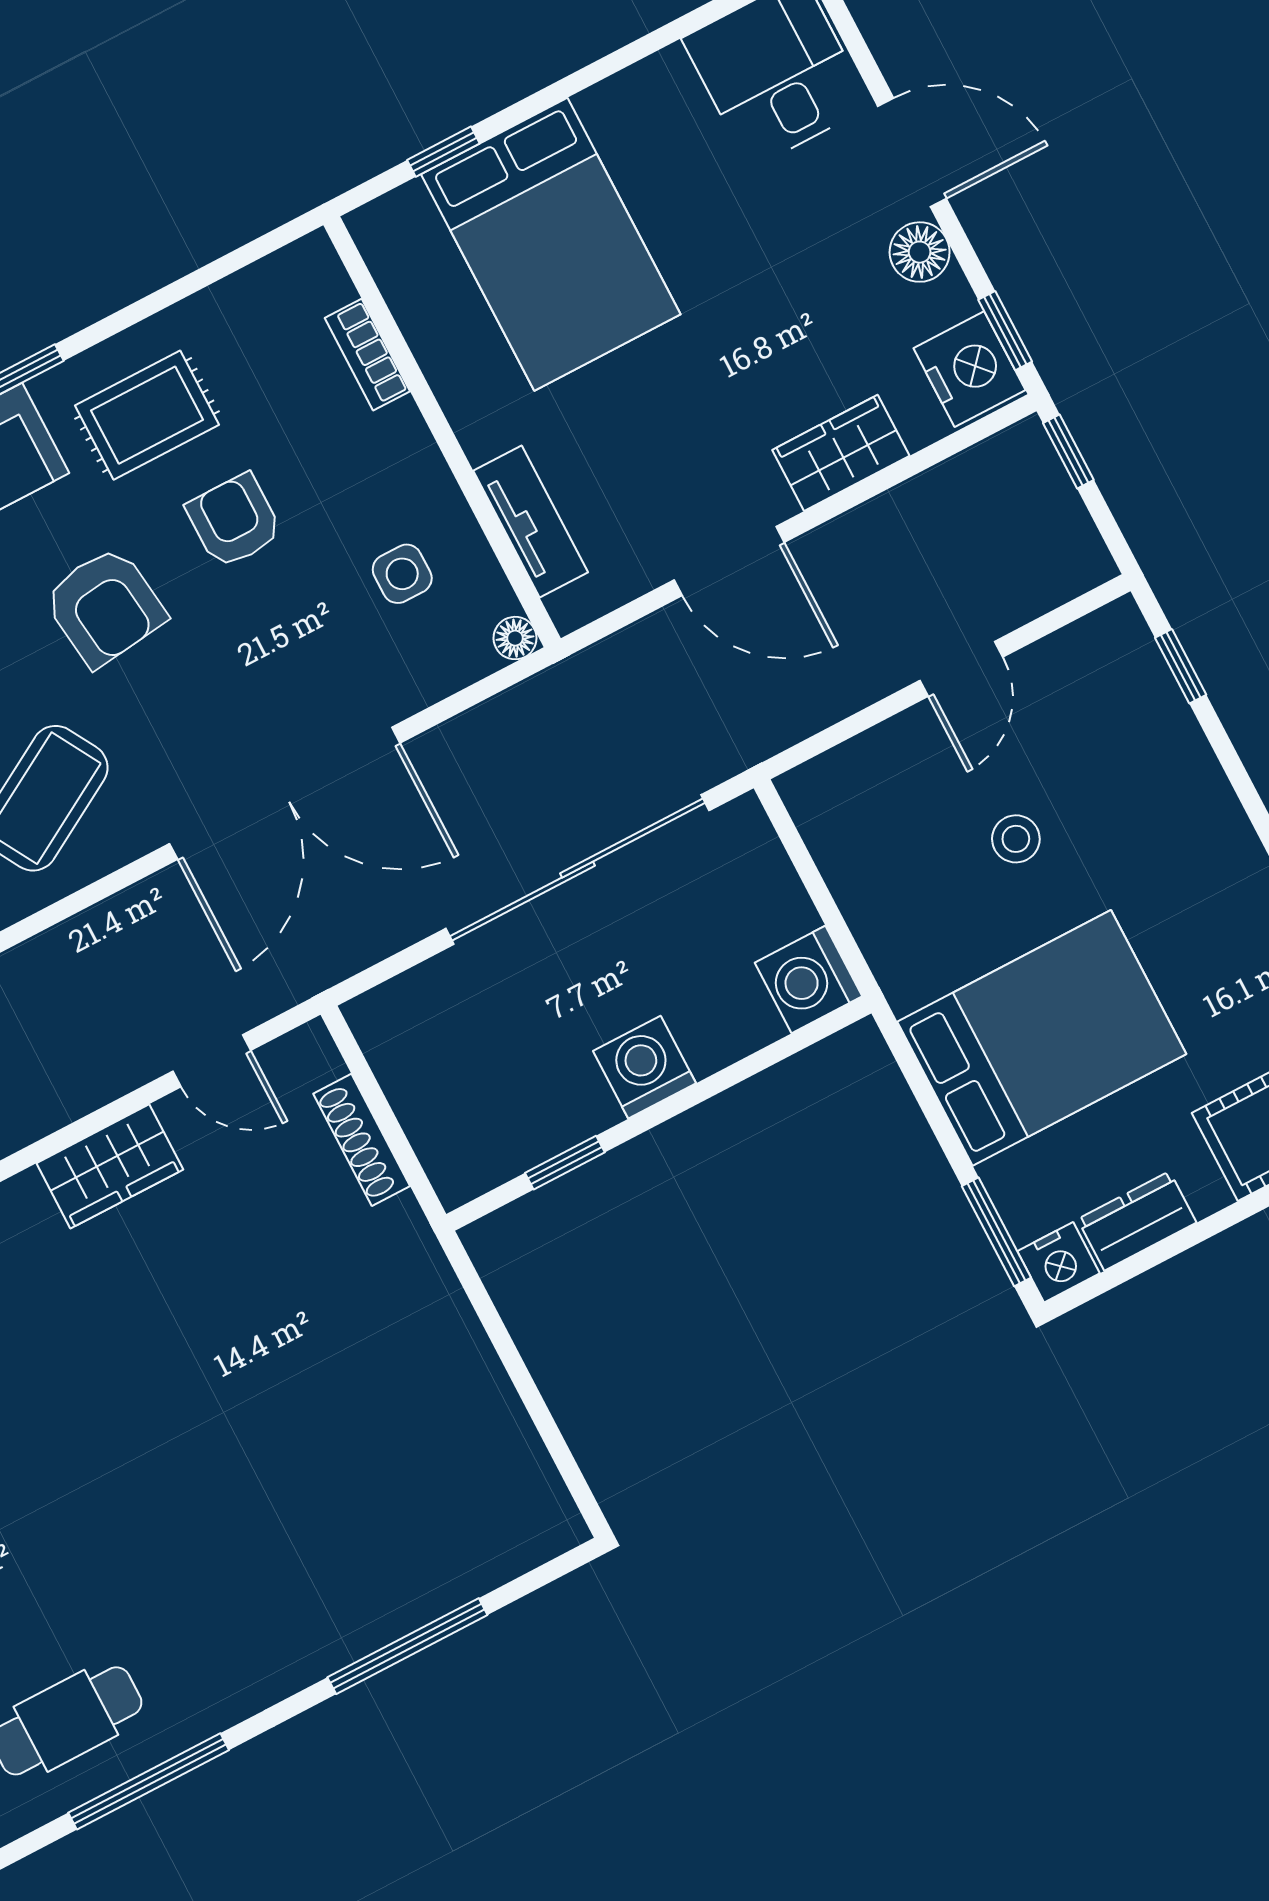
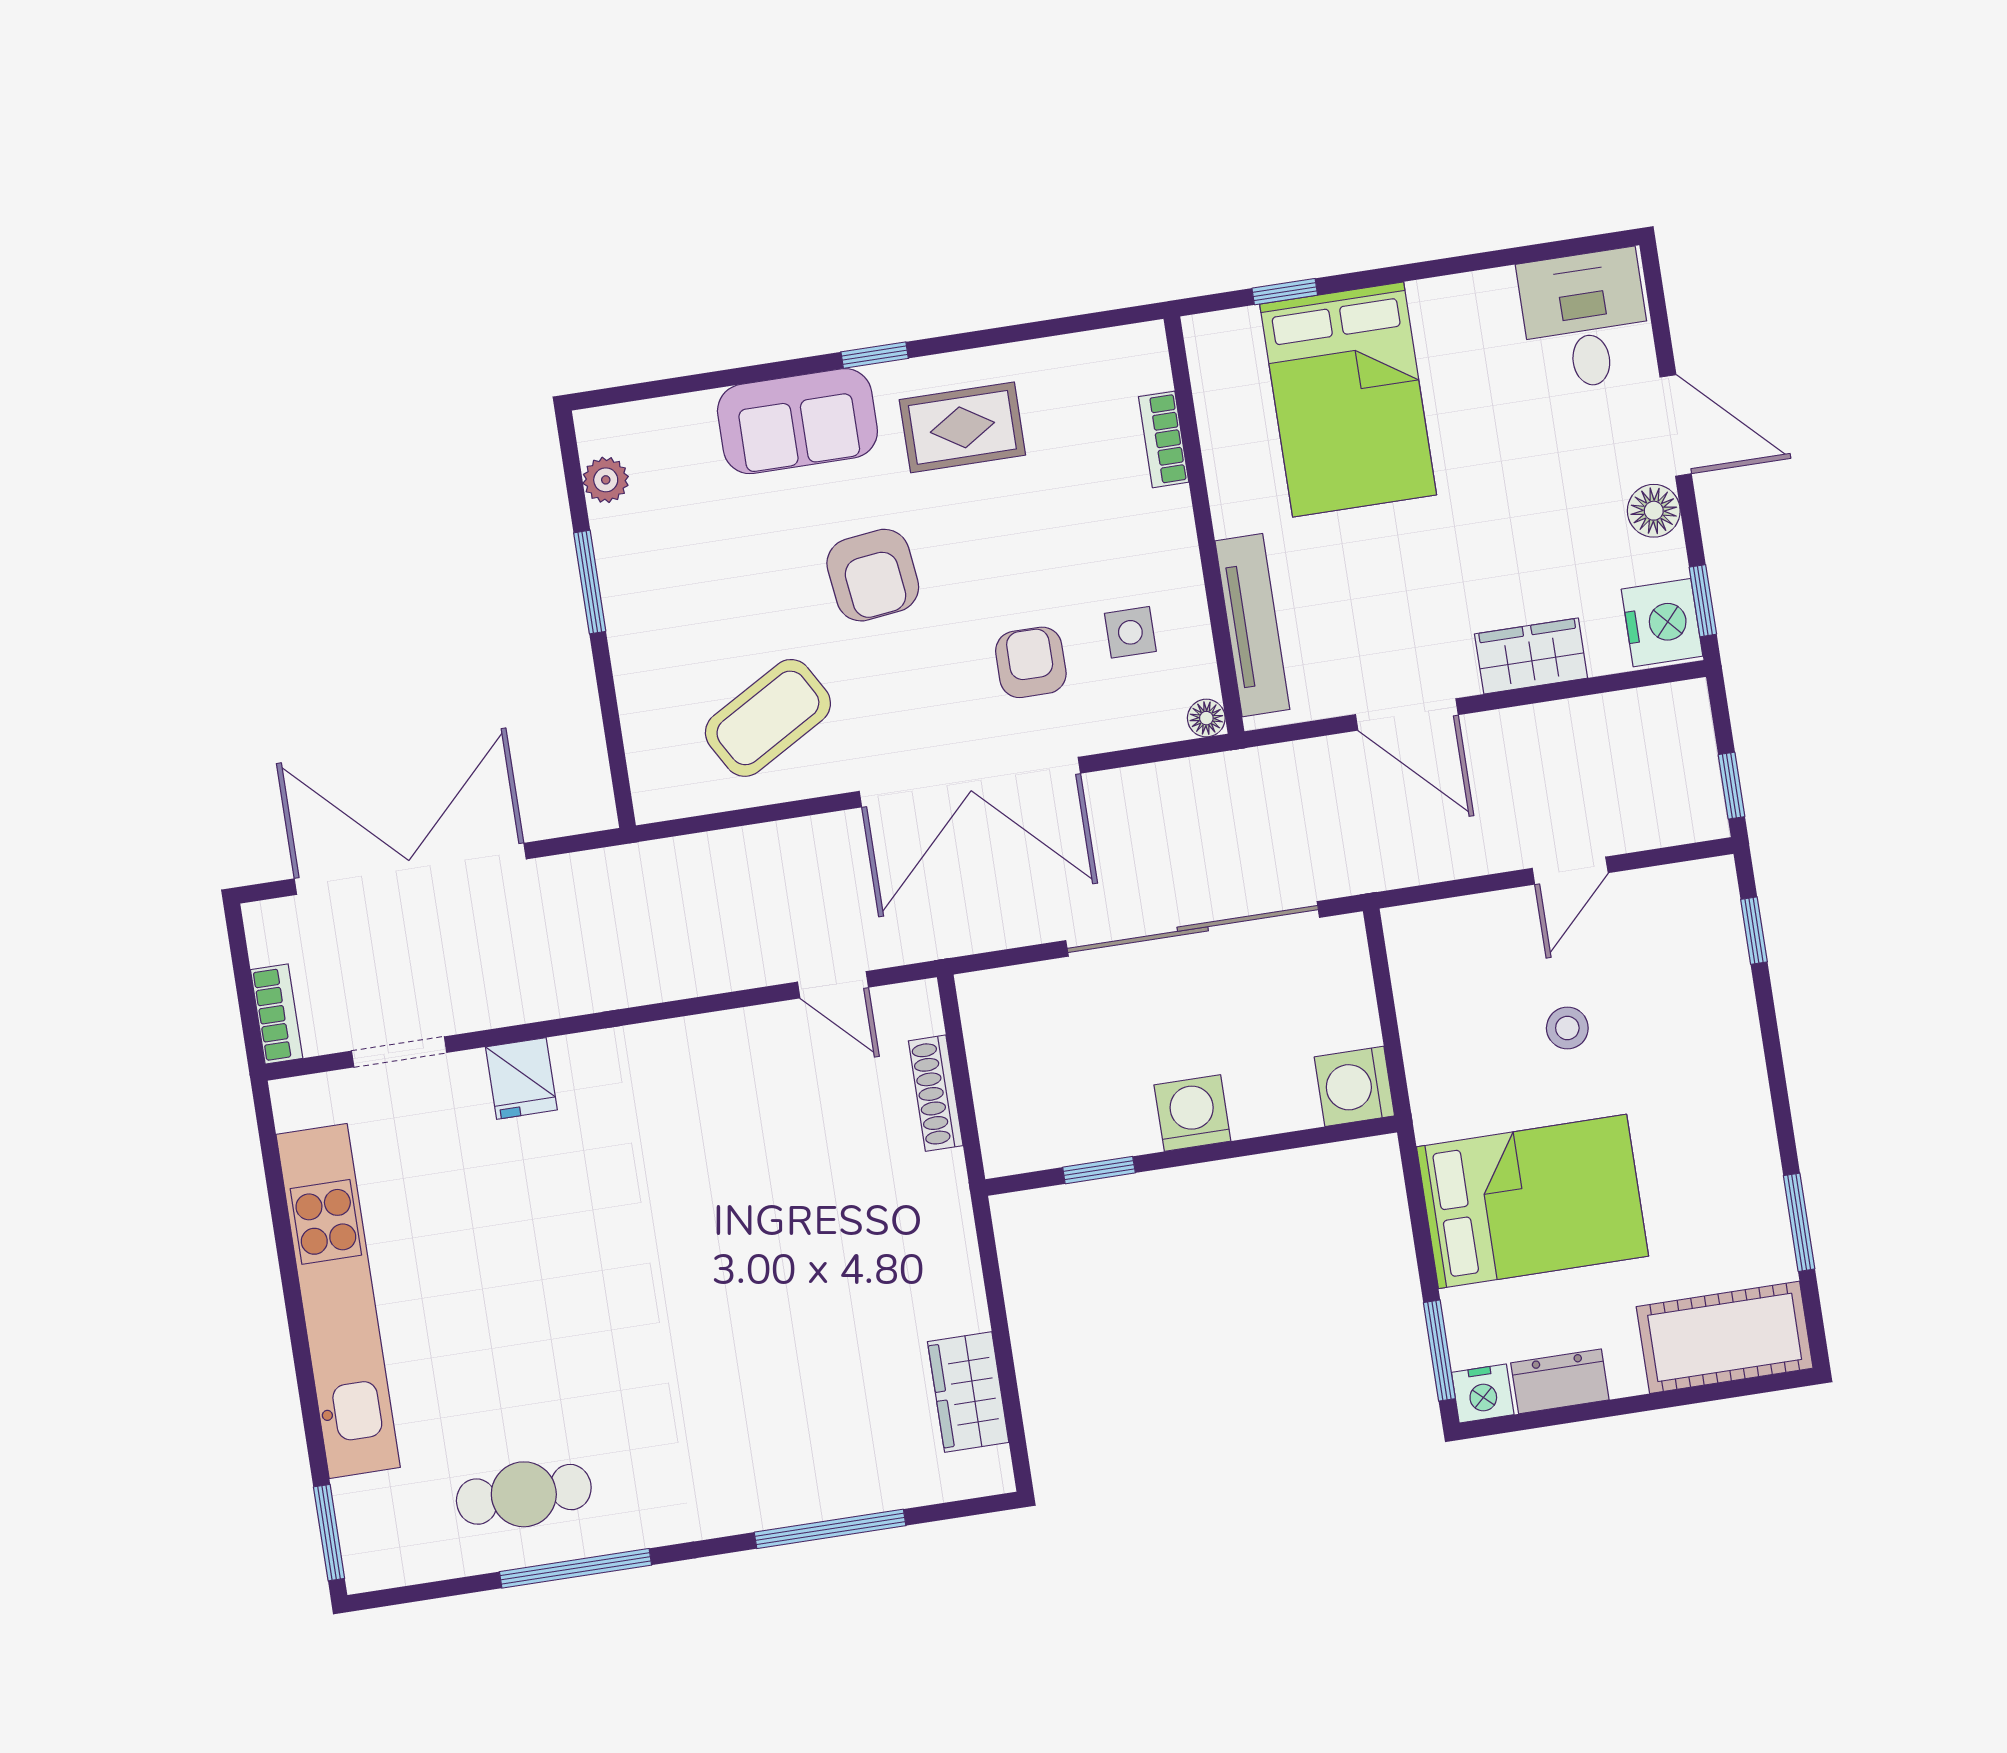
window: (1068, 451) -> (1731, 786), moved
armchair: (234, 521) -> (1031, 662), moved
tv unit: (531, 522) -> (1252, 625), width x1.41
wardrobe: (110, 1166) -> (968, 1392), moved, turned 90

